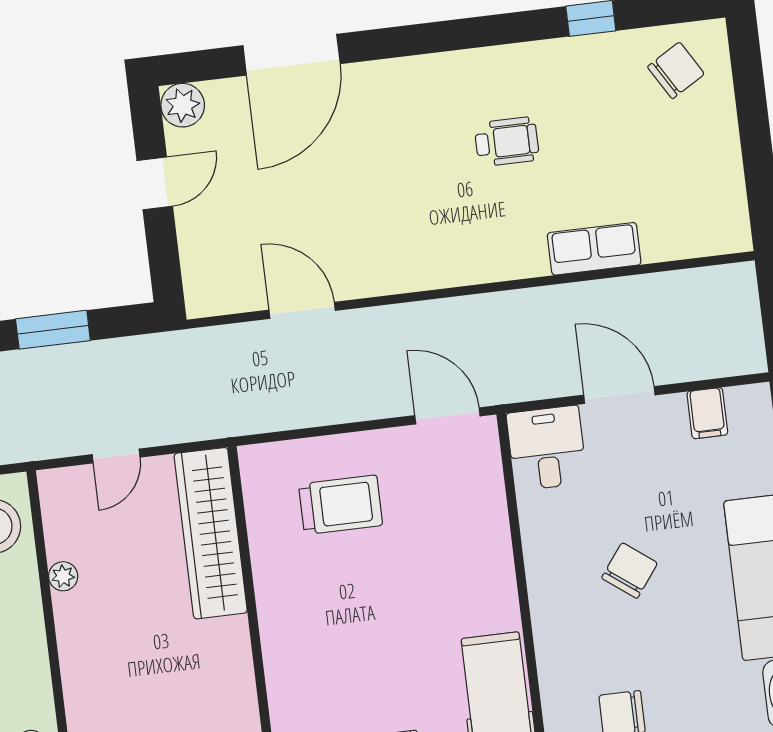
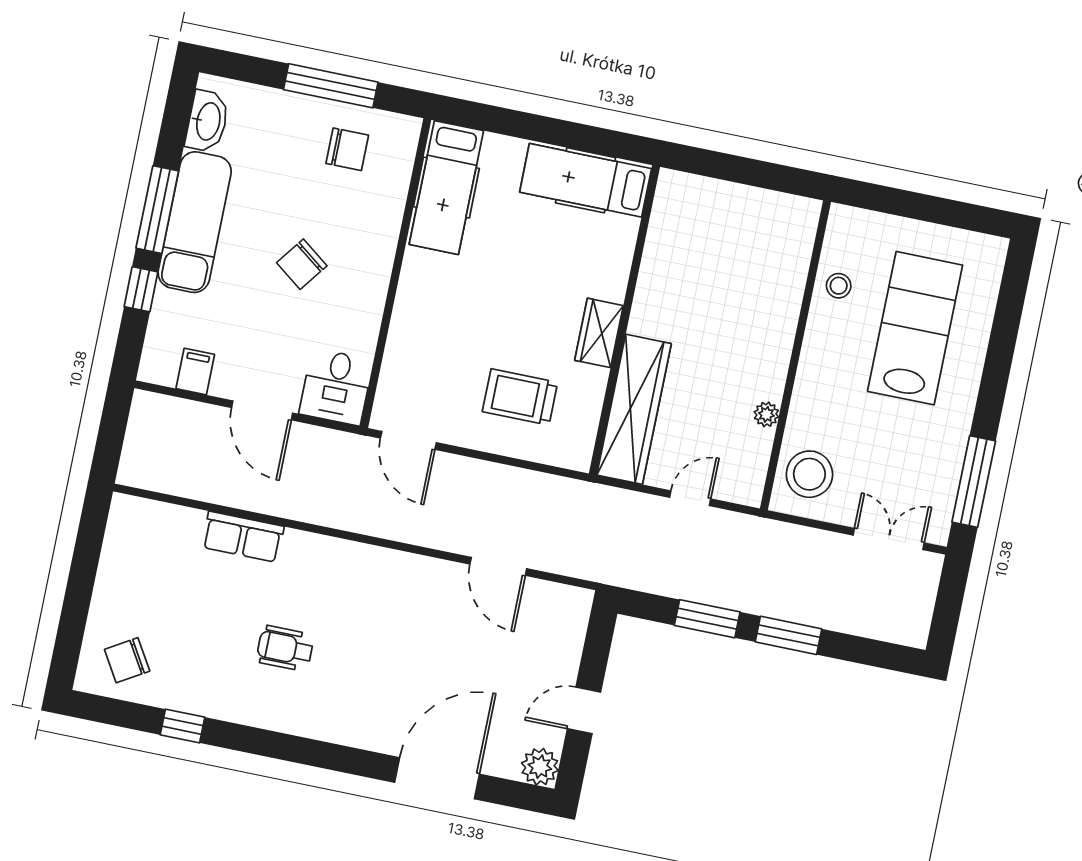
wardrobe: (277, 604) -> (599, 333), added

